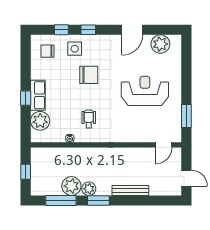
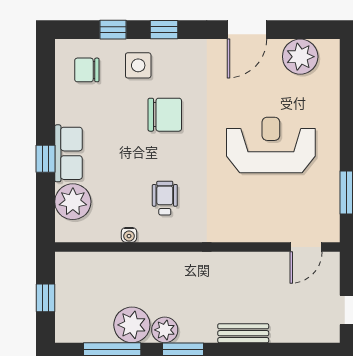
bench: (130, 190) -> (243, 333), width x0.73

